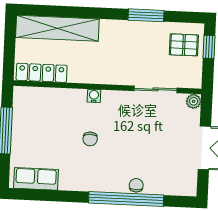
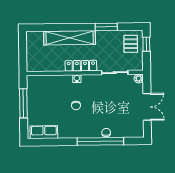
shelving: (57, 28) -> (70, 38), moved
pallet: (184, 45) -> (131, 44), turned 90
locker: (42, 73) -> (81, 66), moved

